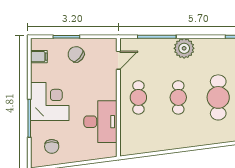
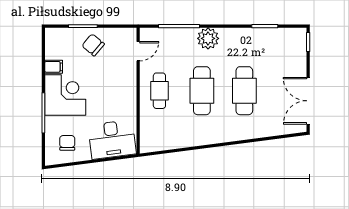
filing cabinet: (39, 57) -> (54, 67), moved
cafe table: (178, 97) -> (202, 91), width x1.37, depth x1.35
desk: (100, 122) -> (112, 139), moved, turned 83
chair: (52, 146) -> (67, 143), turned 180

